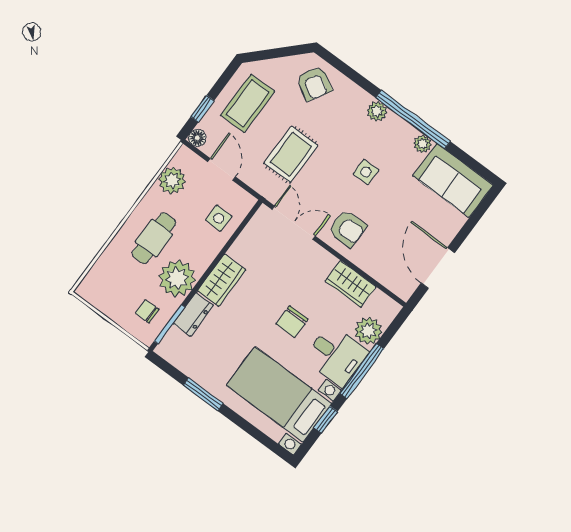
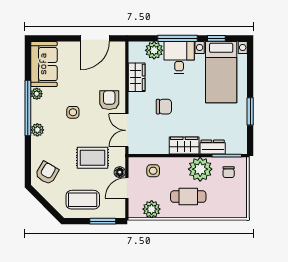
window: (202, 109) -> (103, 221), width x1.50
floor lamp: (197, 138) -> (120, 172), moved
chair: (292, 322) -> (164, 107), moved

